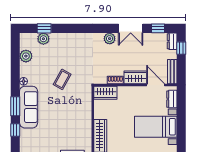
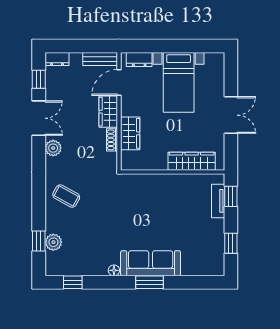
window: (181, 48) -> (67, 46), removed
plant: (26, 56) -> (78, 267), removed
coffee table: (62, 79) -> (66, 196), moved
wardrobe: (105, 93) -> (130, 133), moved
window: (15, 130) -> (73, 282), moved

